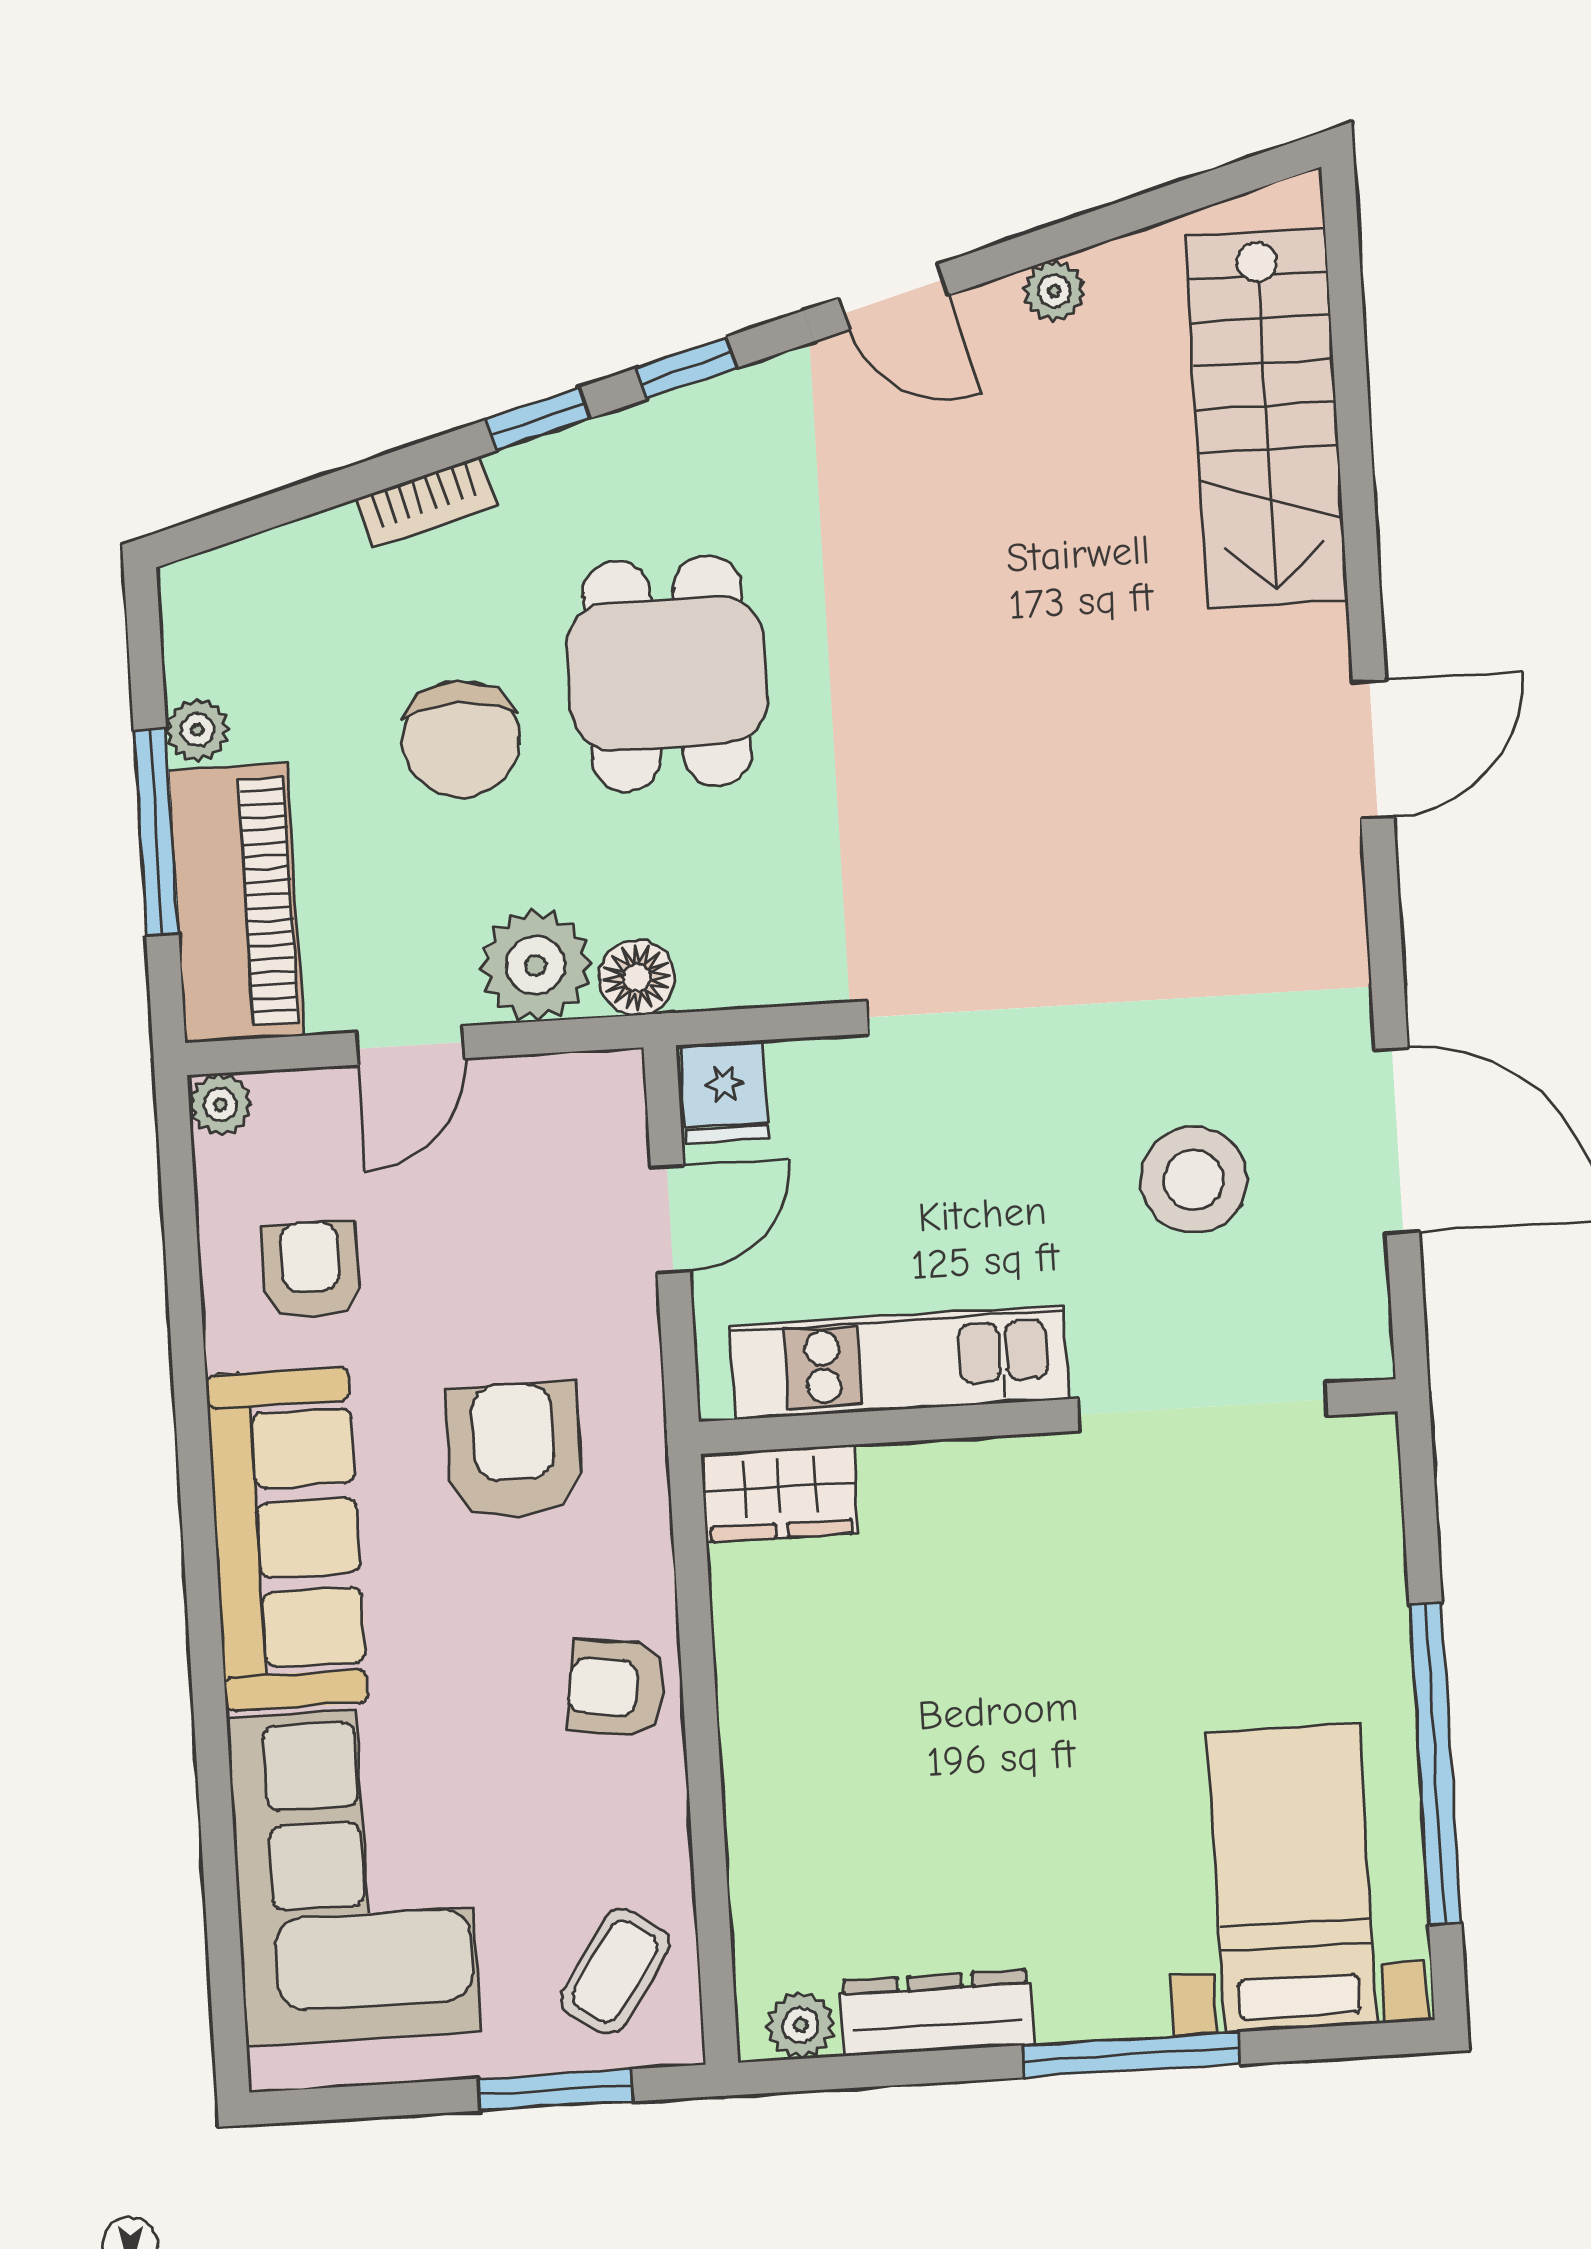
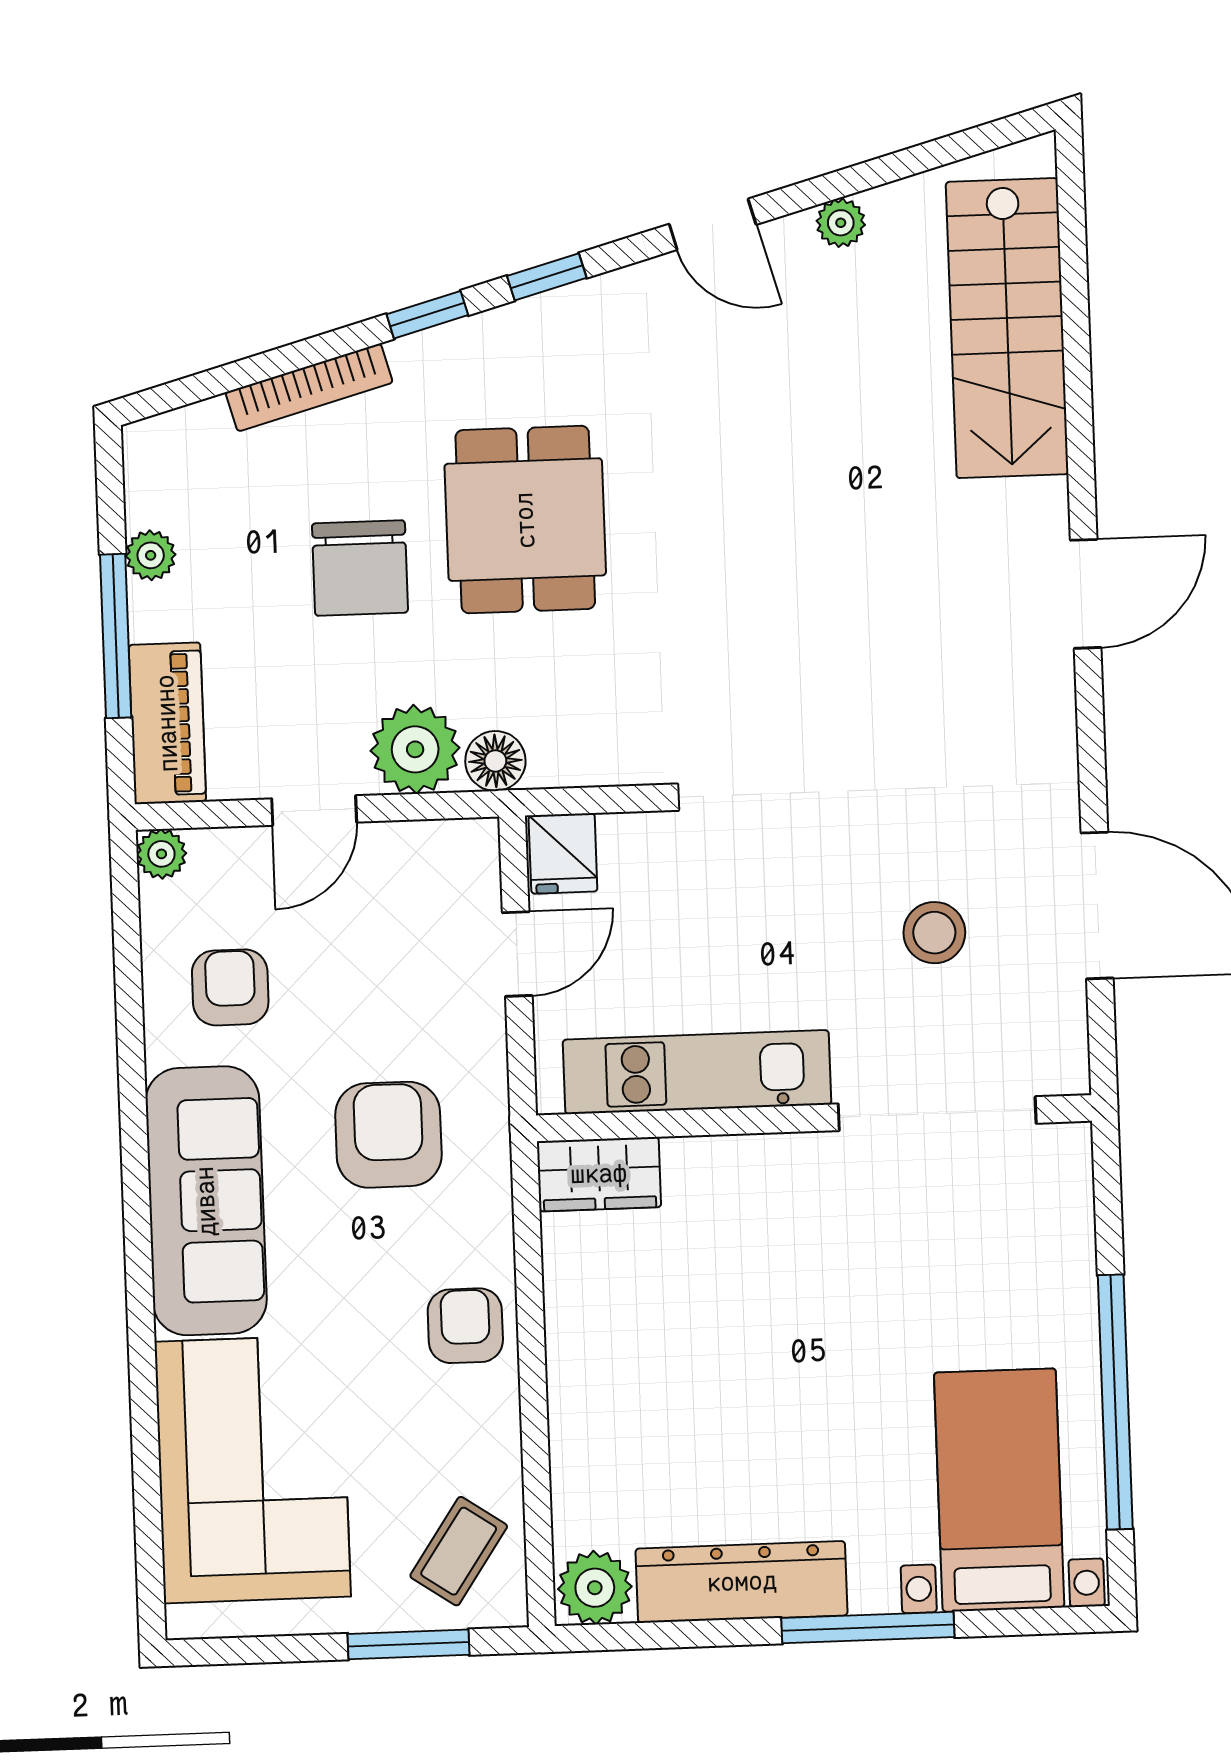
bookcase: (426, 502) -> (309, 387), width x1.56
piano: (236, 903) -> (167, 723), width x0.73, depth x0.75
stool: (1194, 1180) -> (934, 933), width x0.73, depth x0.73
armchair: (616, 1688) -> (465, 1326), turned 82
dresser: (937, 2013) -> (742, 1582), width x1.37, depth x1.24
plant: (801, 2025) -> (595, 1588), width x1.38, depth x1.38

